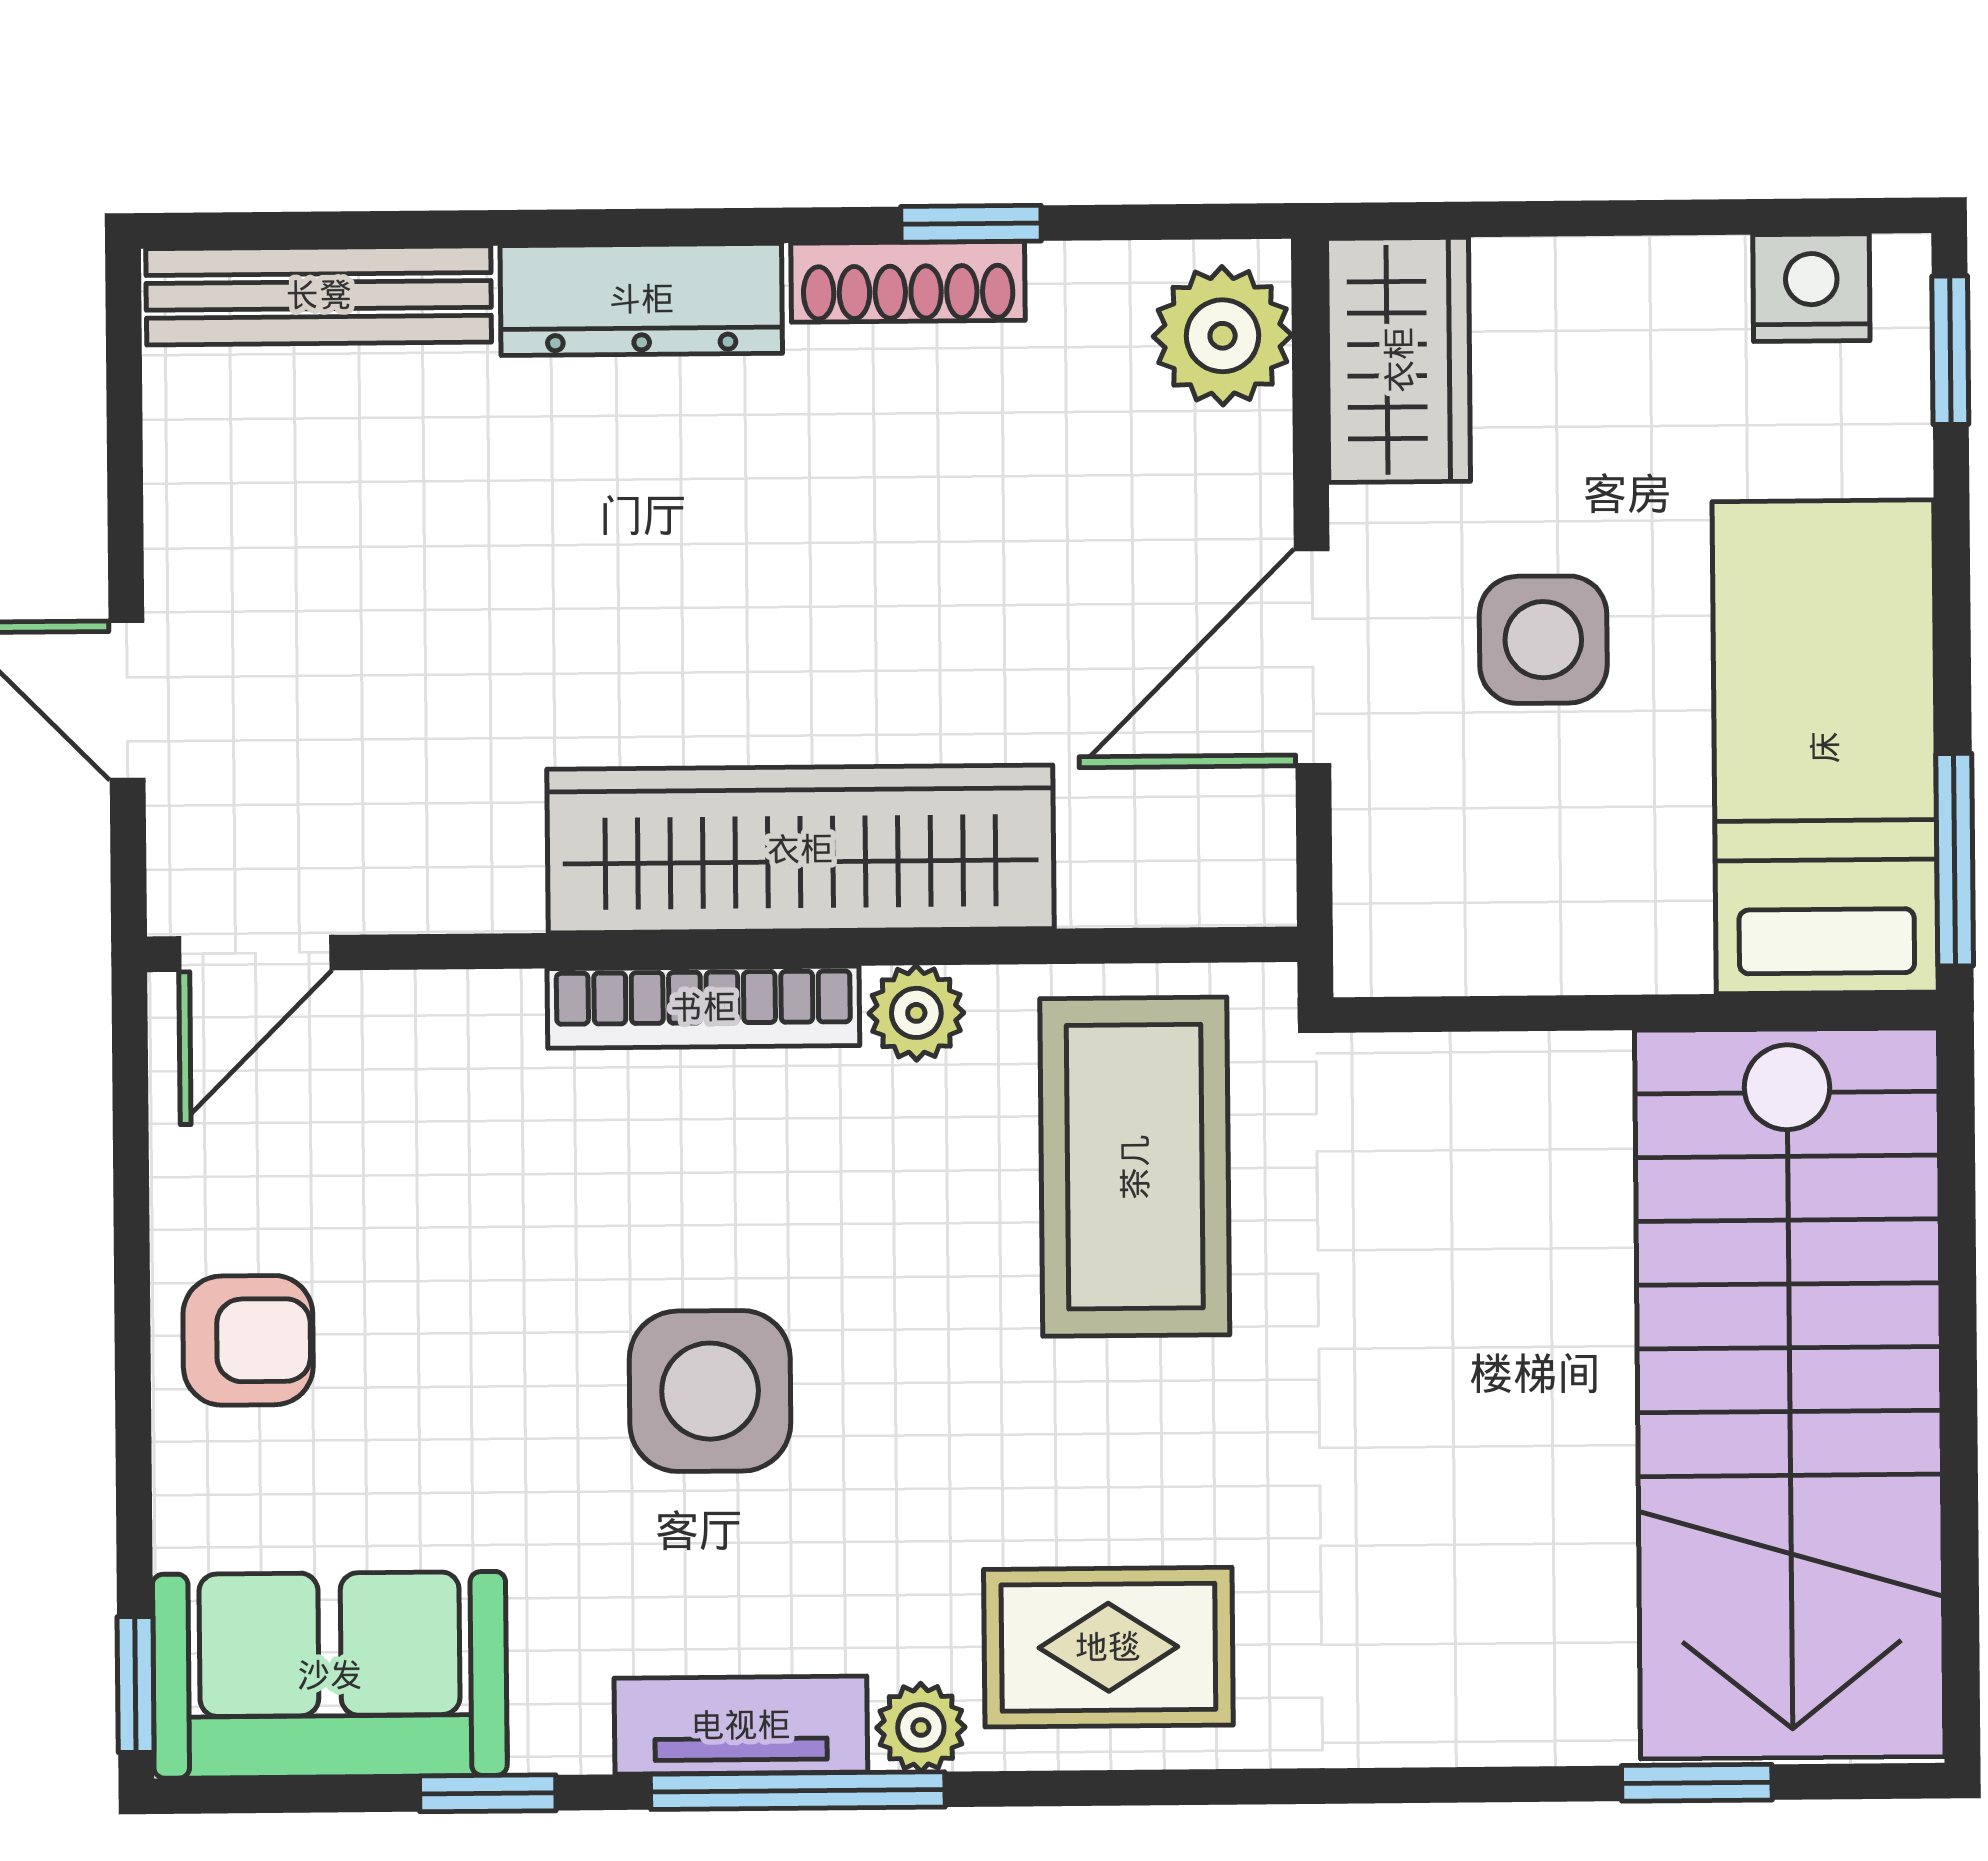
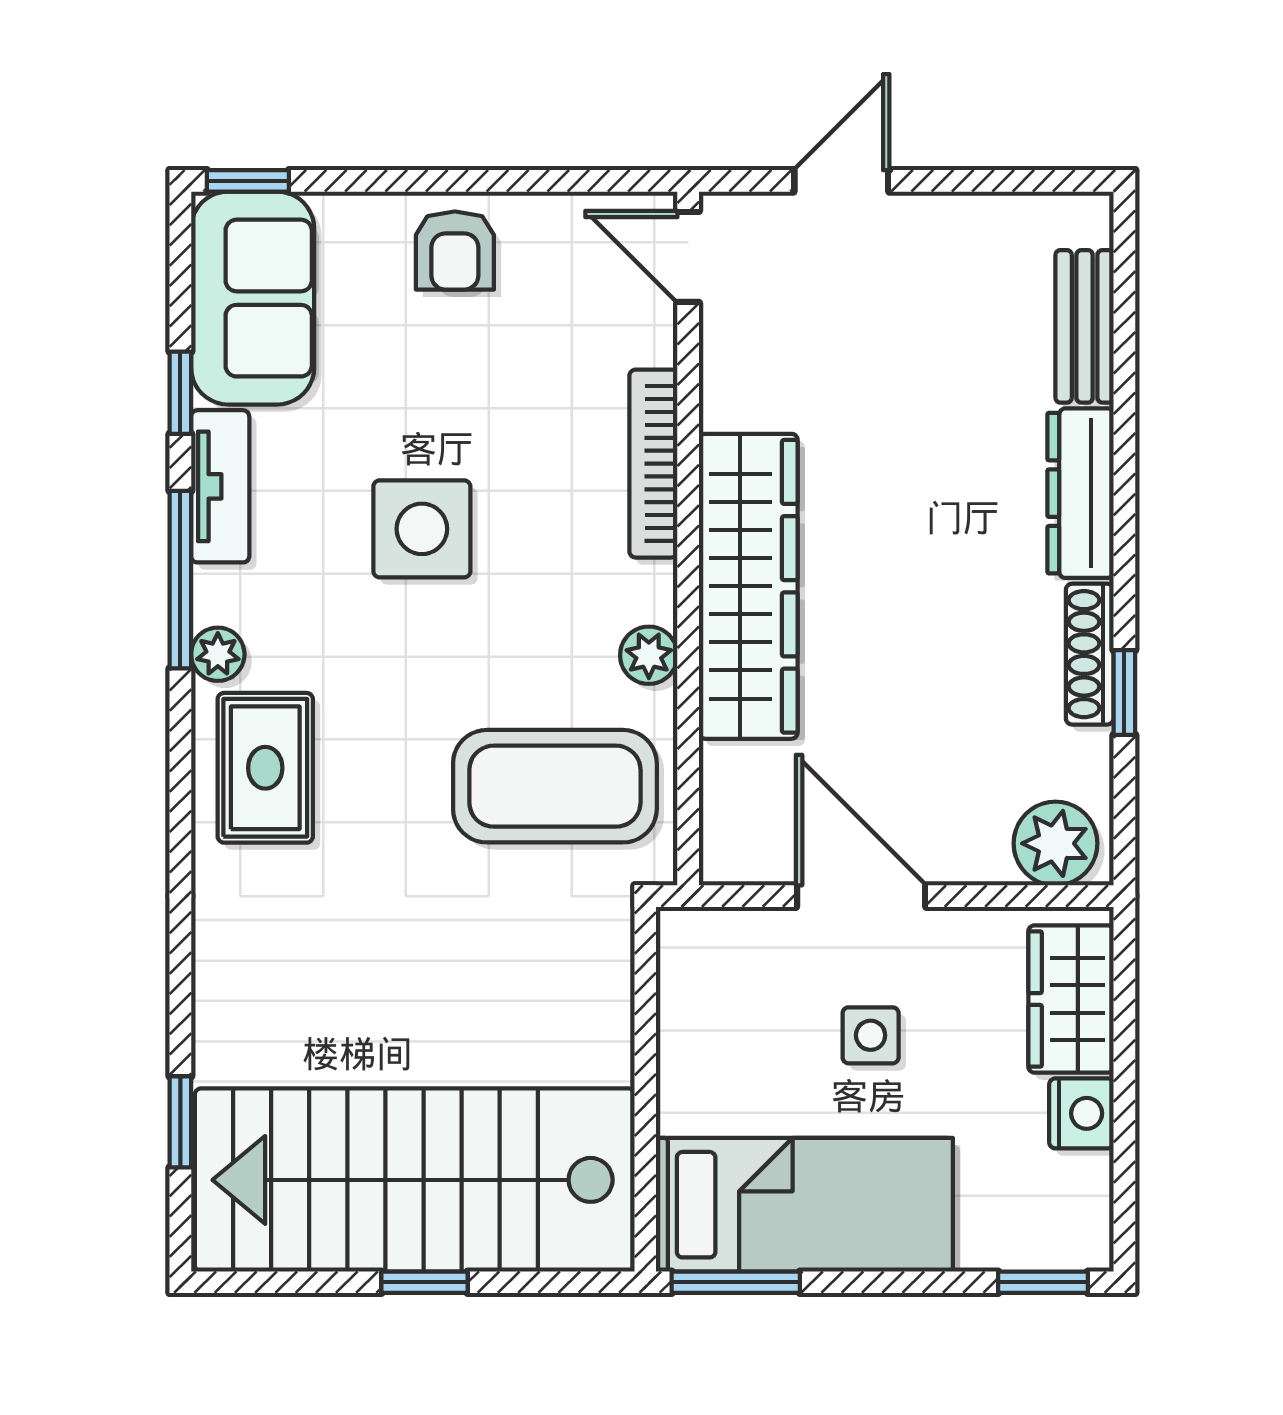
nightstand: (1811, 288) -> (1081, 1113), moved
bench: (319, 295) -> (1085, 326), width x0.73
wardrobe: (1399, 360) -> (1071, 999), moved, turned 90
side table: (1543, 640) -> (871, 1035), width x0.73, depth x0.73
bookcase: (703, 1007) -> (653, 464), moved
window: (1959, 1376) -> (425, 1282), added
tv unit: (741, 1725) -> (220, 486), moved

